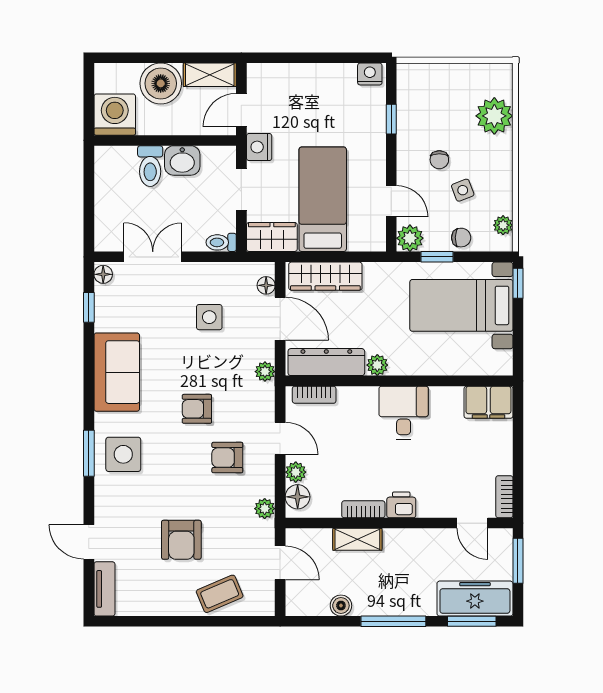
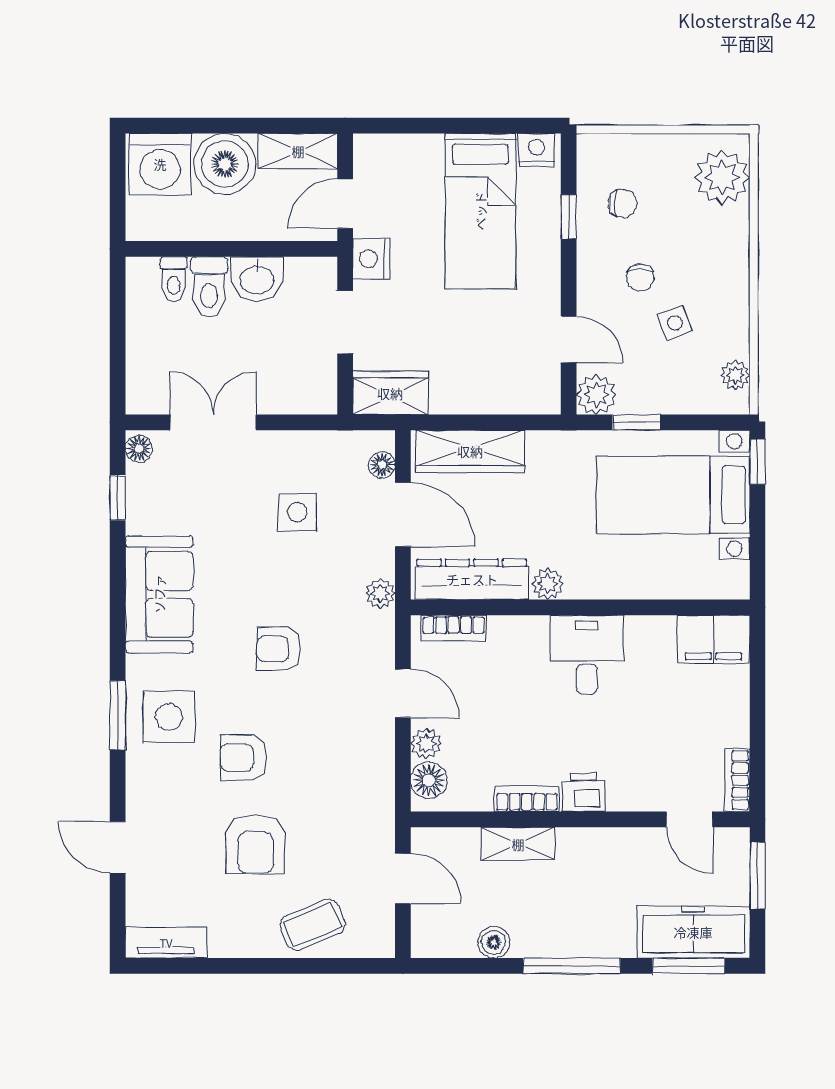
washing machine: (115, 115) -> (160, 164), moved, turned 180
plant: (494, 116) -> (722, 177), moved
bed: (323, 199) -> (480, 211), moved, turned 180
chair: (461, 238) -> (623, 203), moved
toilet: (221, 242) -> (174, 279), moved, turned -90
armchair: (227, 458) -> (243, 757), moved
plant: (265, 509) -> (380, 798), removed
tv unit: (104, 589) -> (166, 943), moved, turned -90

